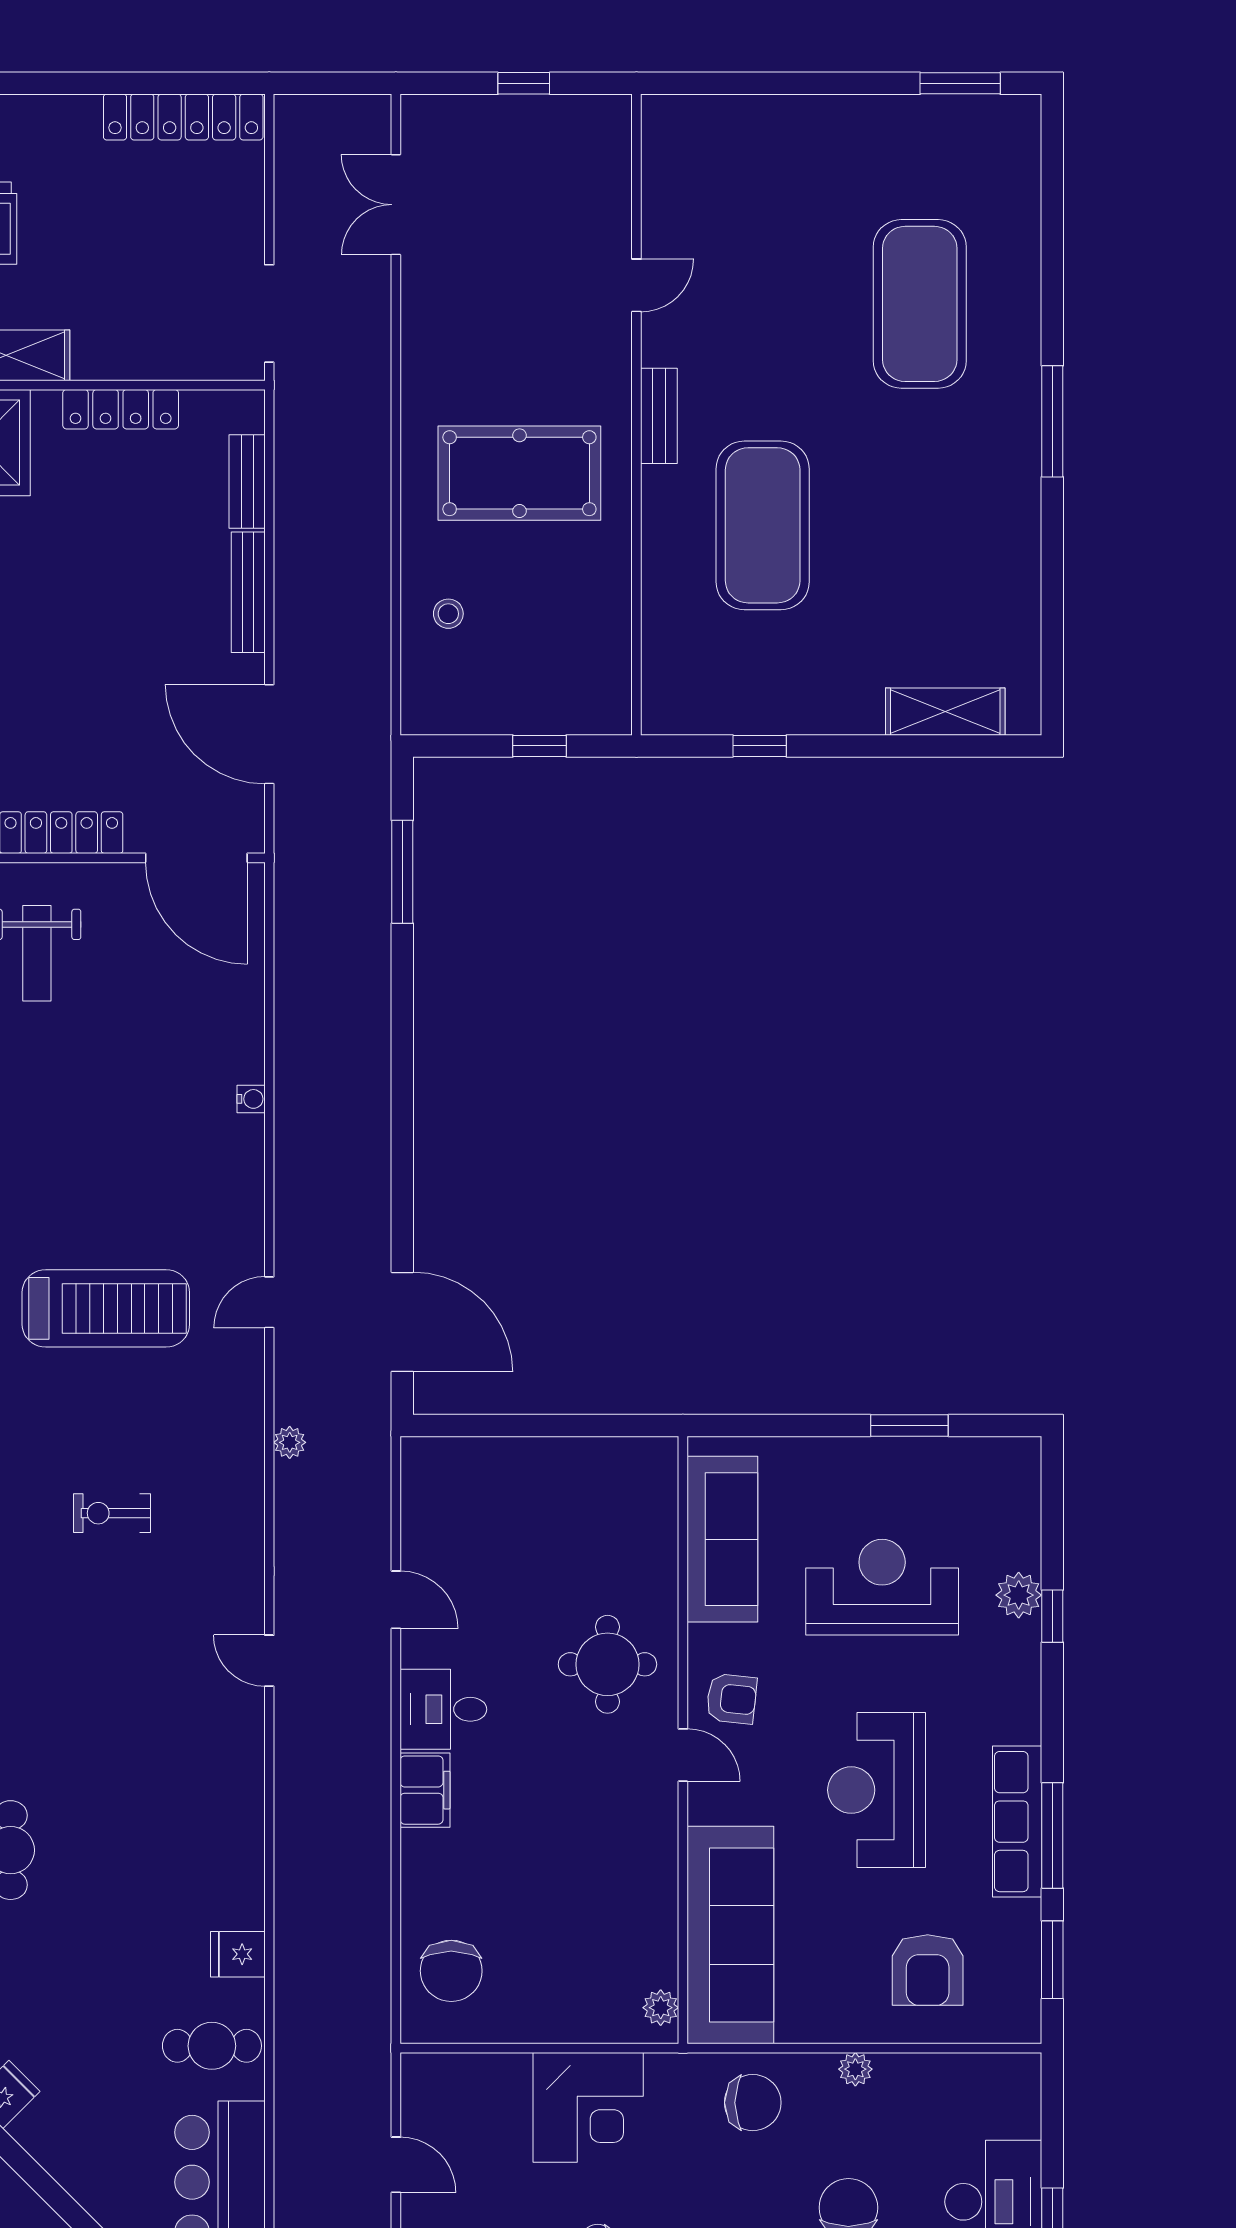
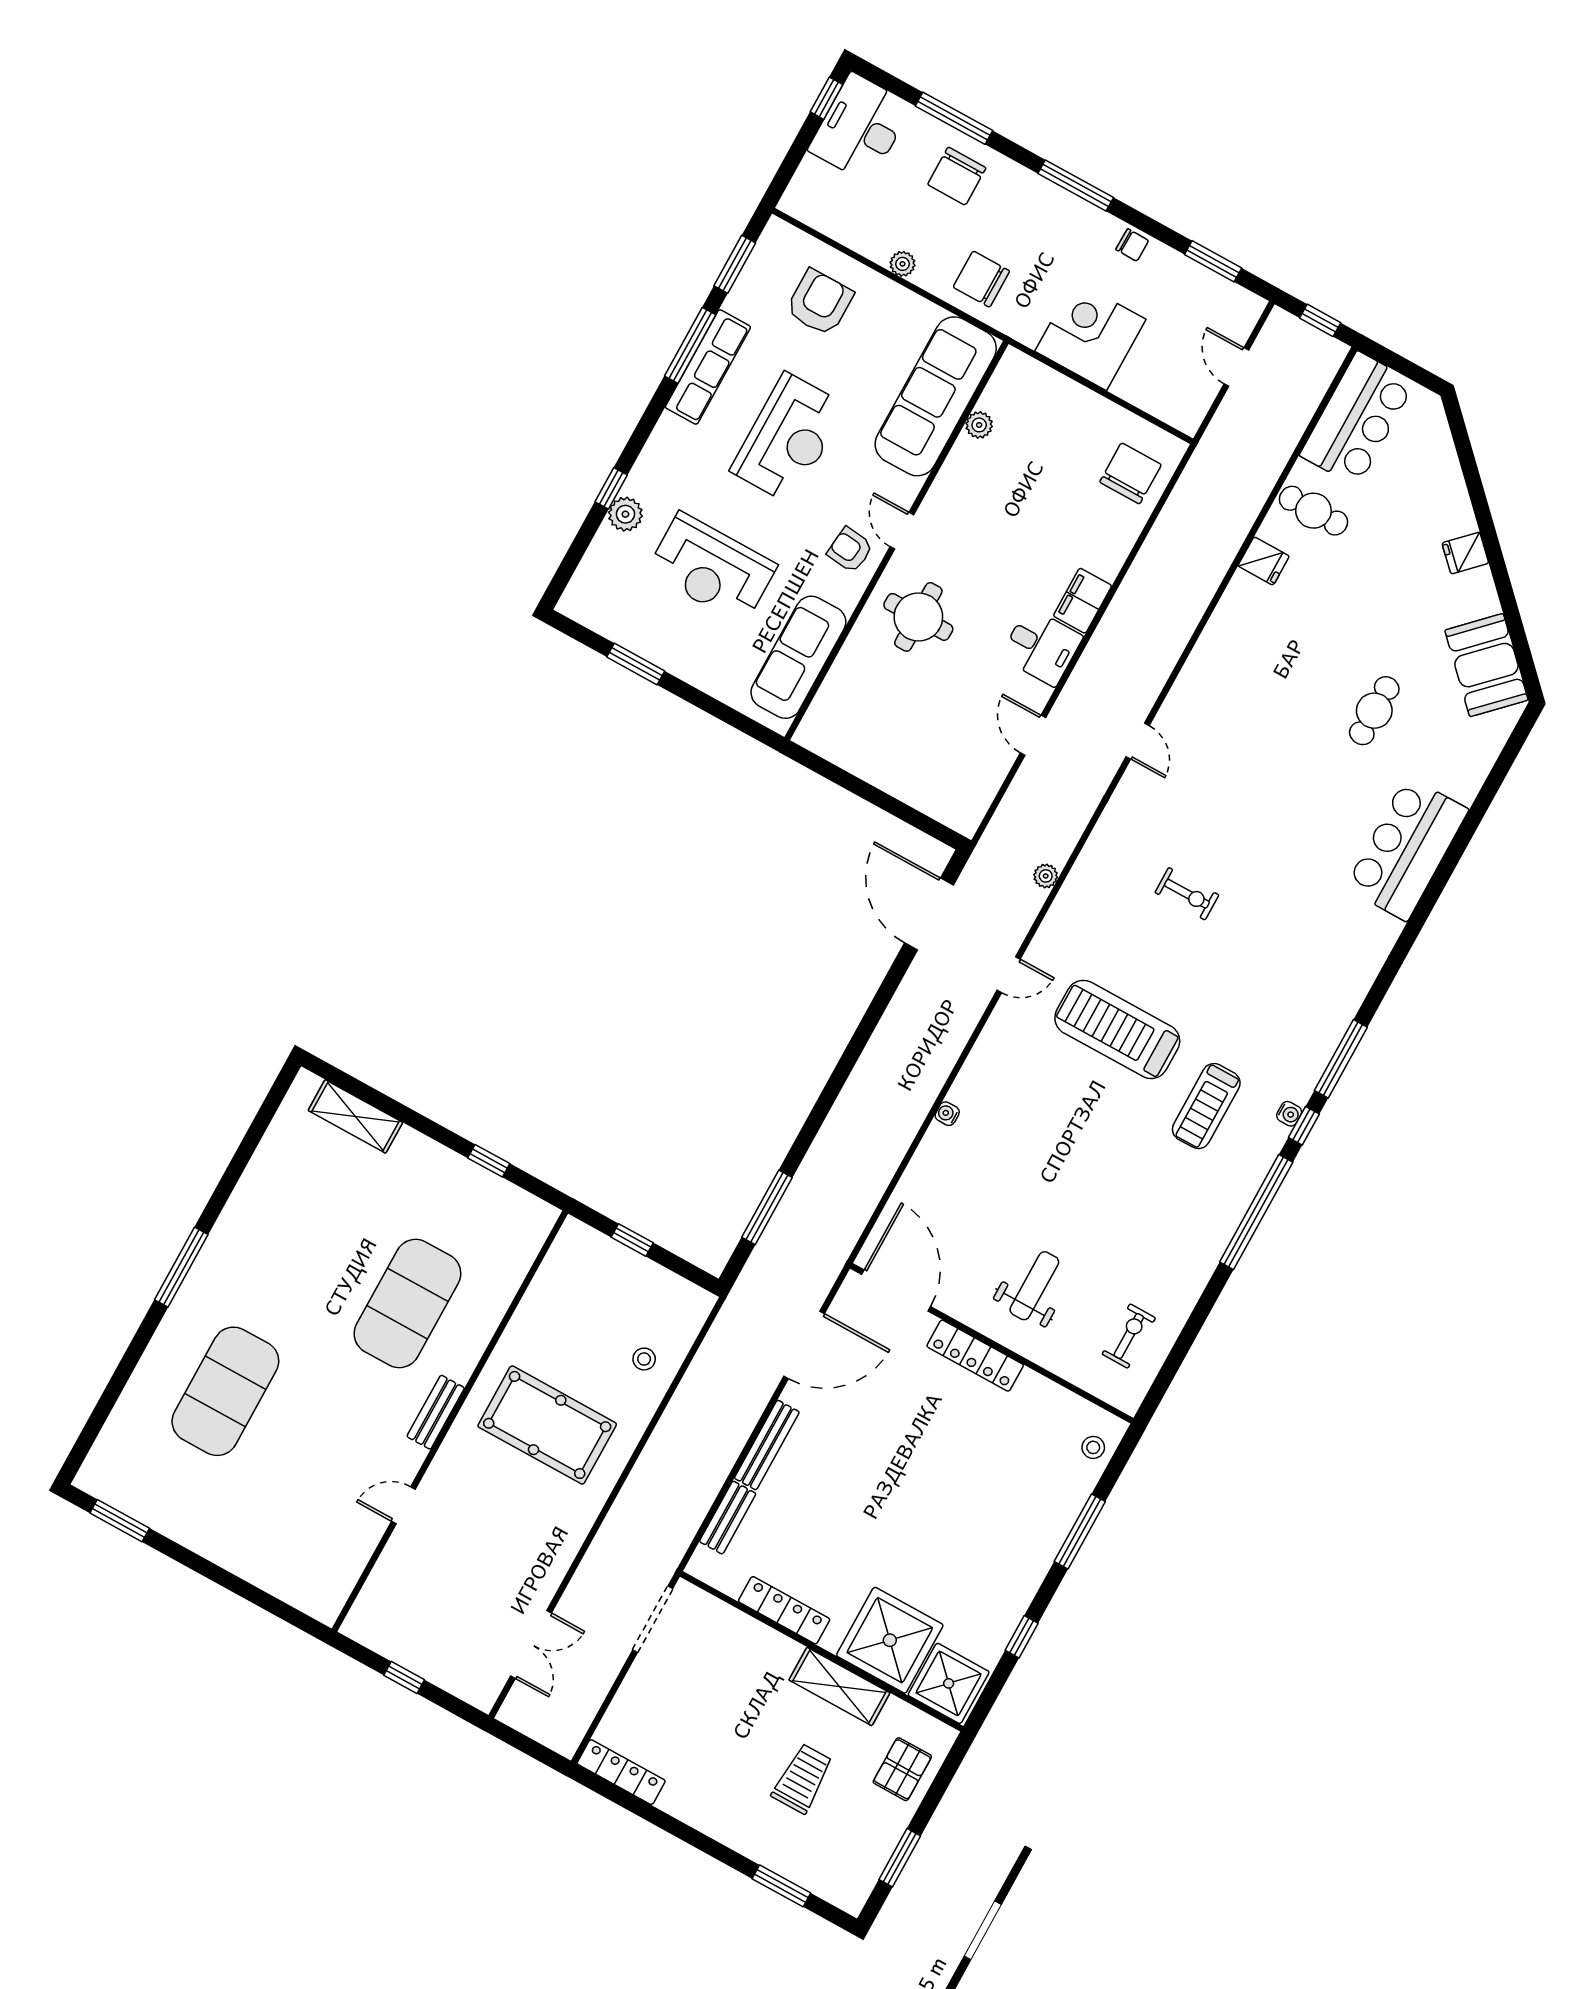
locker: (183, 117) -> (621, 1772), width x0.71, depth x0.83
door: (269, 734) -> (804, 1345), hinge flipped
plant: (661, 2008) -> (979, 425), moved

